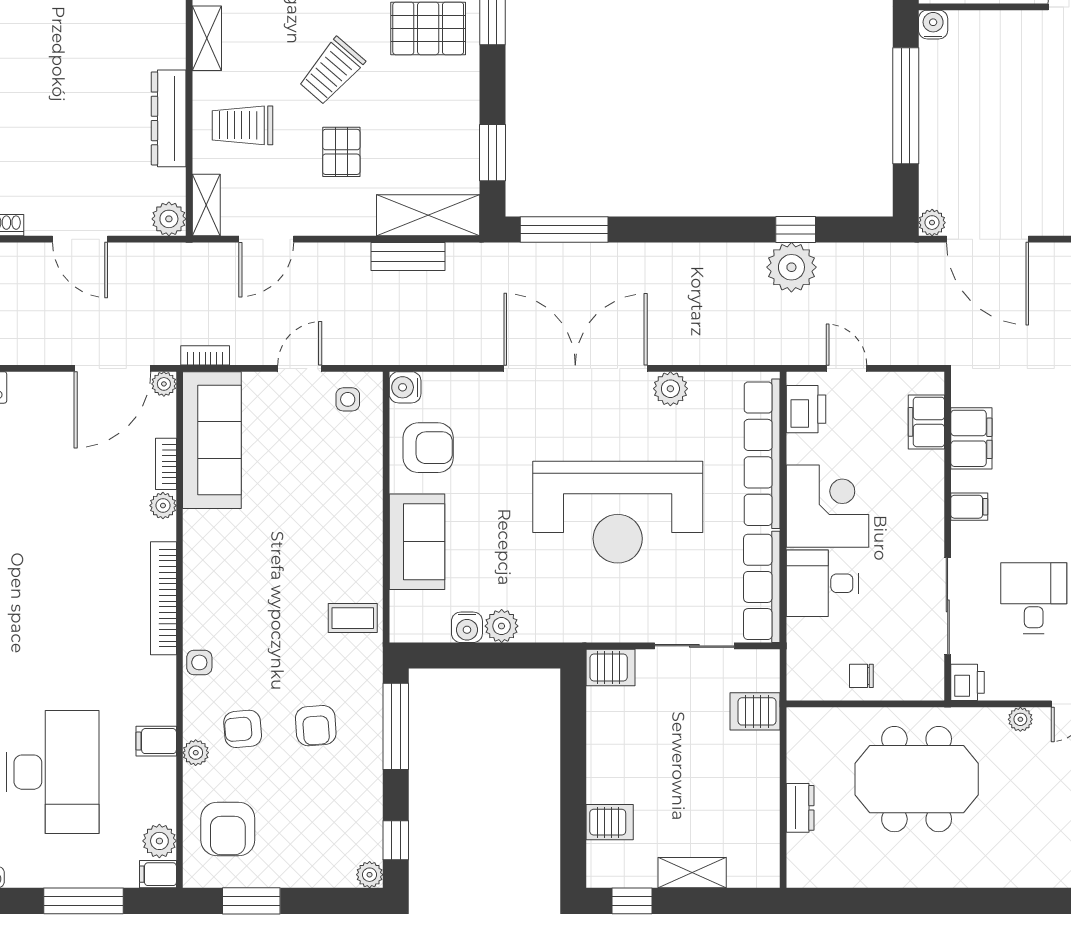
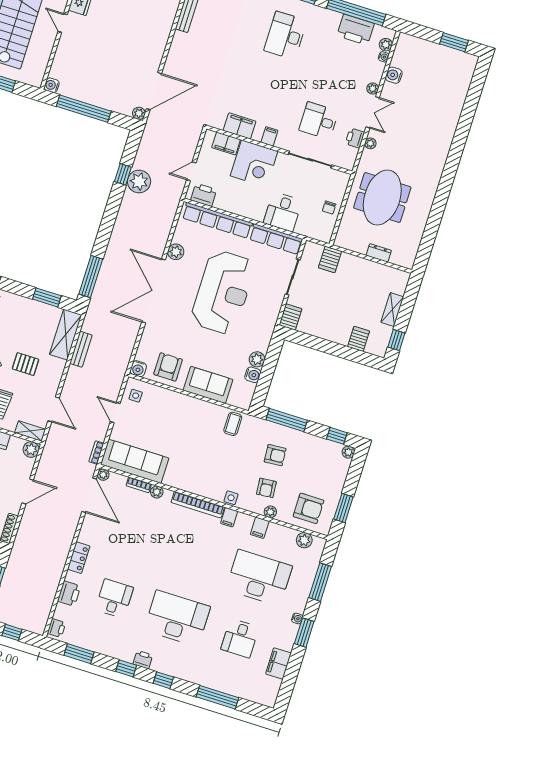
corner desk: (827, 506) -> (254, 164), moved, turned 180
printer: (967, 682) -> (355, 138), moved, turned -90
filing cabinet: (158, 874) -> (229, 517), moved

